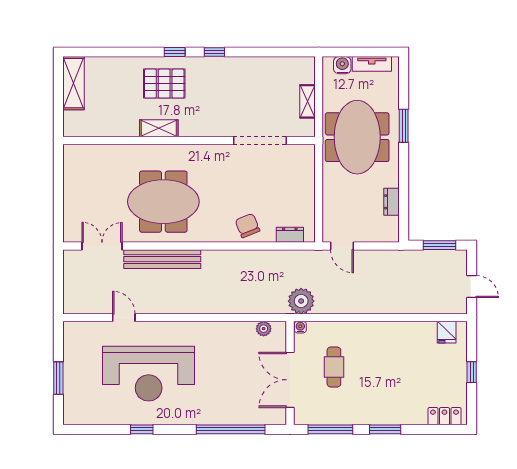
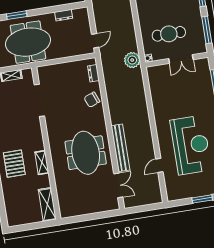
shelving: (74, 83) -> (47, 204), moved, turned 90
double door: (102, 246) -> (118, 185), swing flipped
plant: (264, 329) -> (152, 80), removed
cafe table: (334, 367) -> (169, 34), width x1.37, depth x1.35
double door: (290, 380) -> (181, 59), width x0.73

